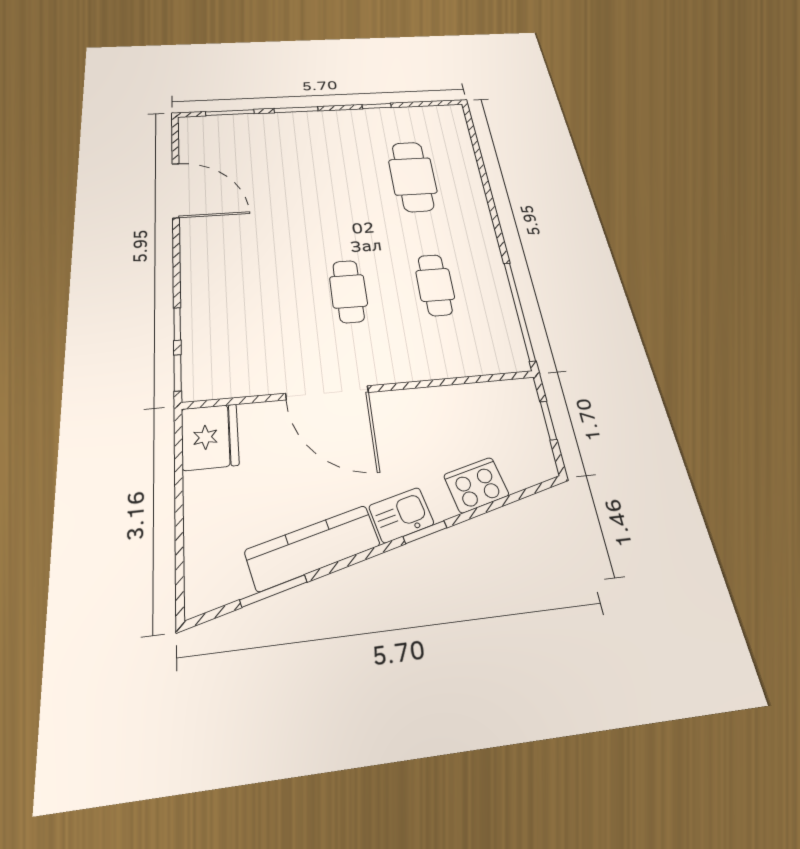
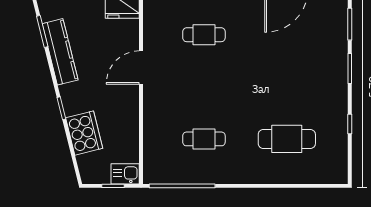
cafe table: (348, 291) -> (204, 35), moved
door: (327, 393) -> (141, 68), width x0.73
cooker: (476, 485) -> (84, 133), width x1.37, depth x1.31
kitchen sink: (401, 515) -> (125, 174), moved, turned -76

